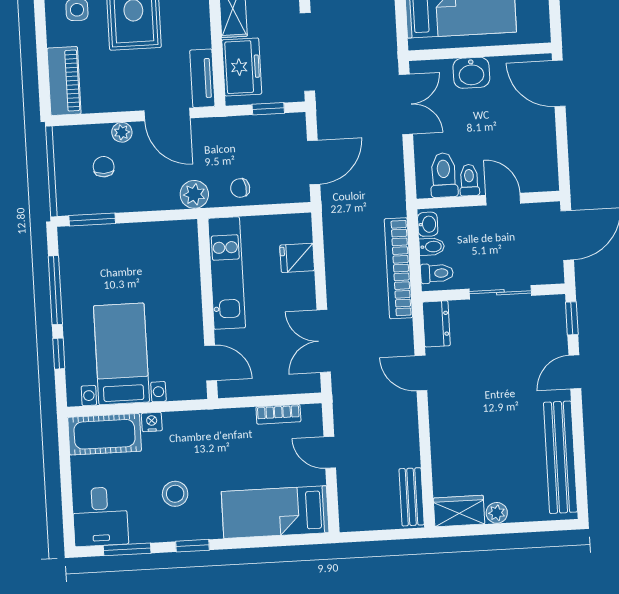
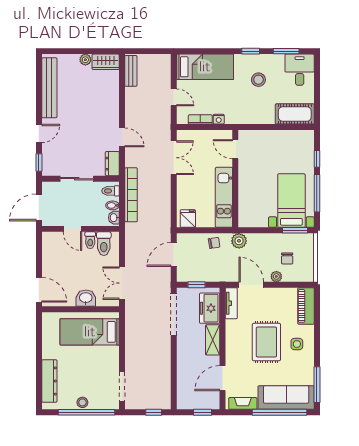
fridge: (297, 258) -> (188, 219), moved, turned -90
bed with nightstands: (121, 354) -> (291, 201), moved, turned 180
nightstand: (152, 422) -> (219, 119), moved

